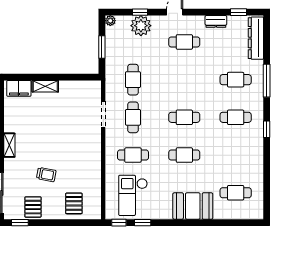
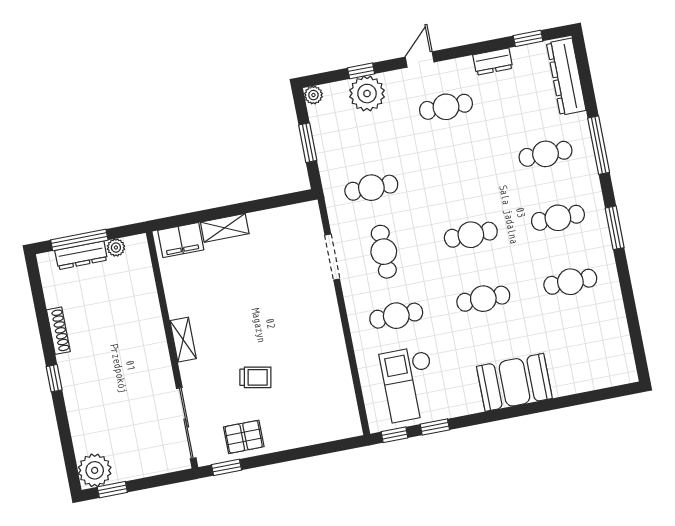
cafe table: (133, 80) -> (371, 188), turned 90
window: (267, 129) -> (615, 228), width x1.50
cafe table: (236, 193) -> (570, 282), moved
pallet: (74, 203) -> (312, 417), removed
pallet: (33, 207) -> (244, 437), turned 90

